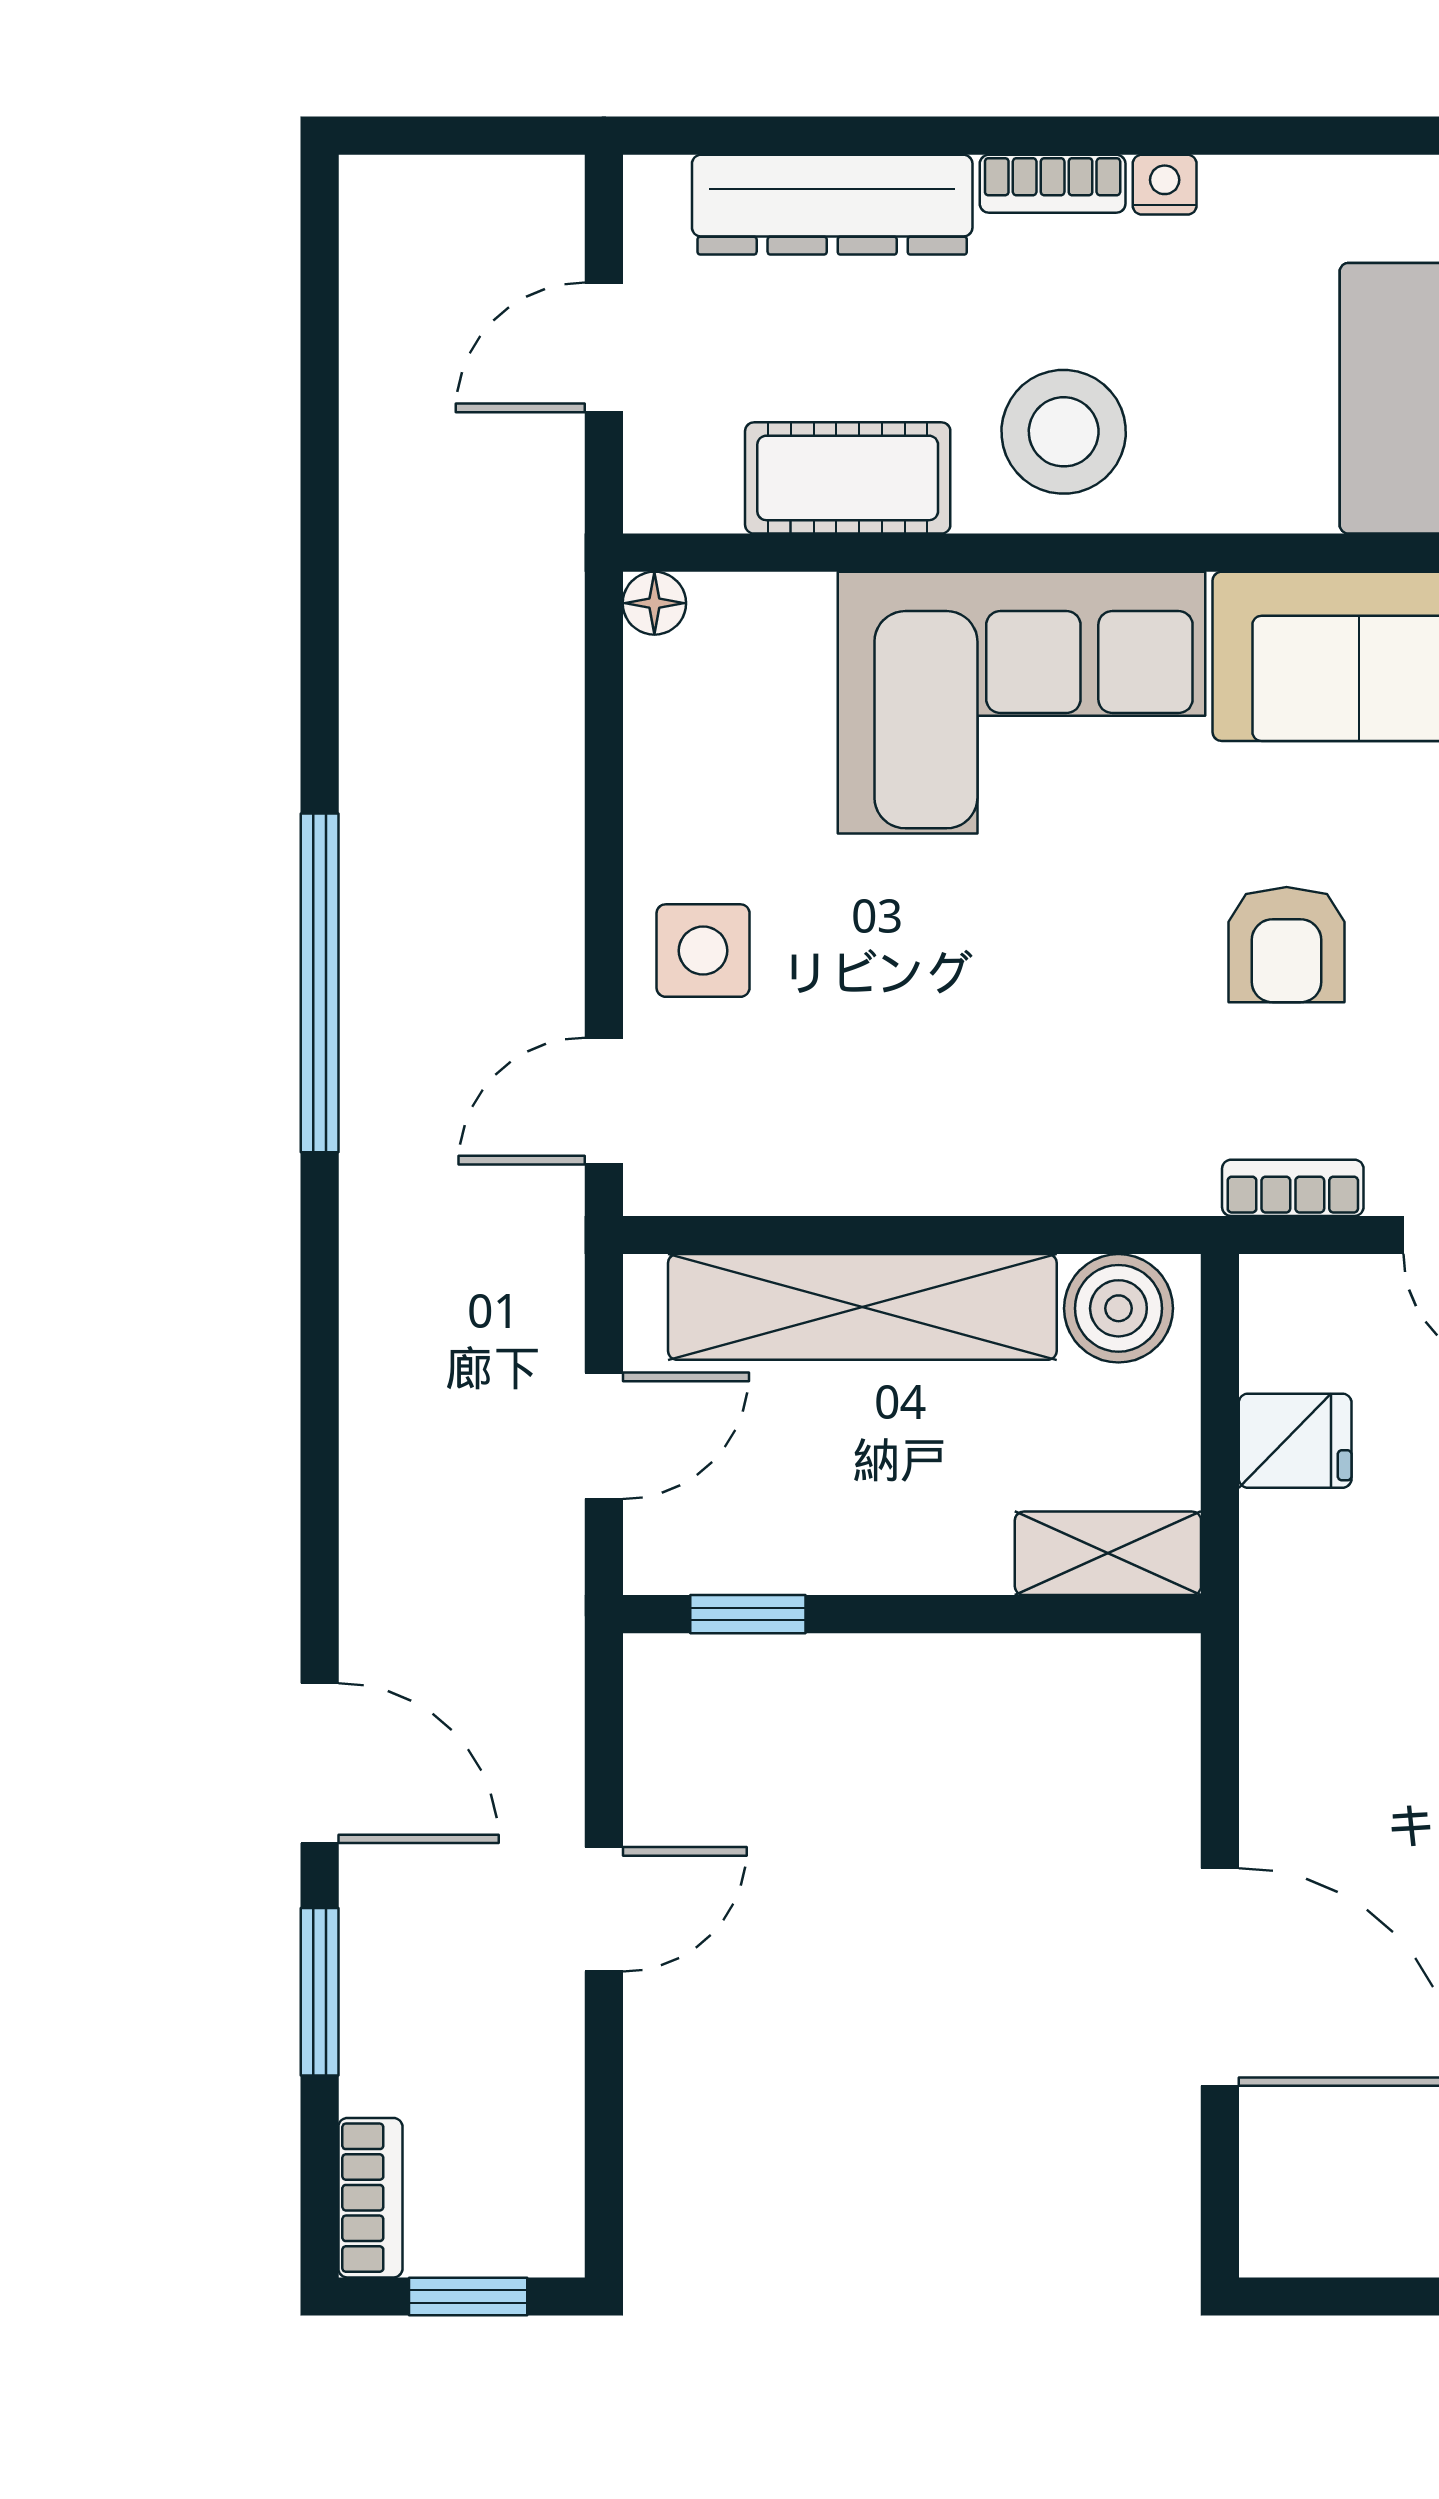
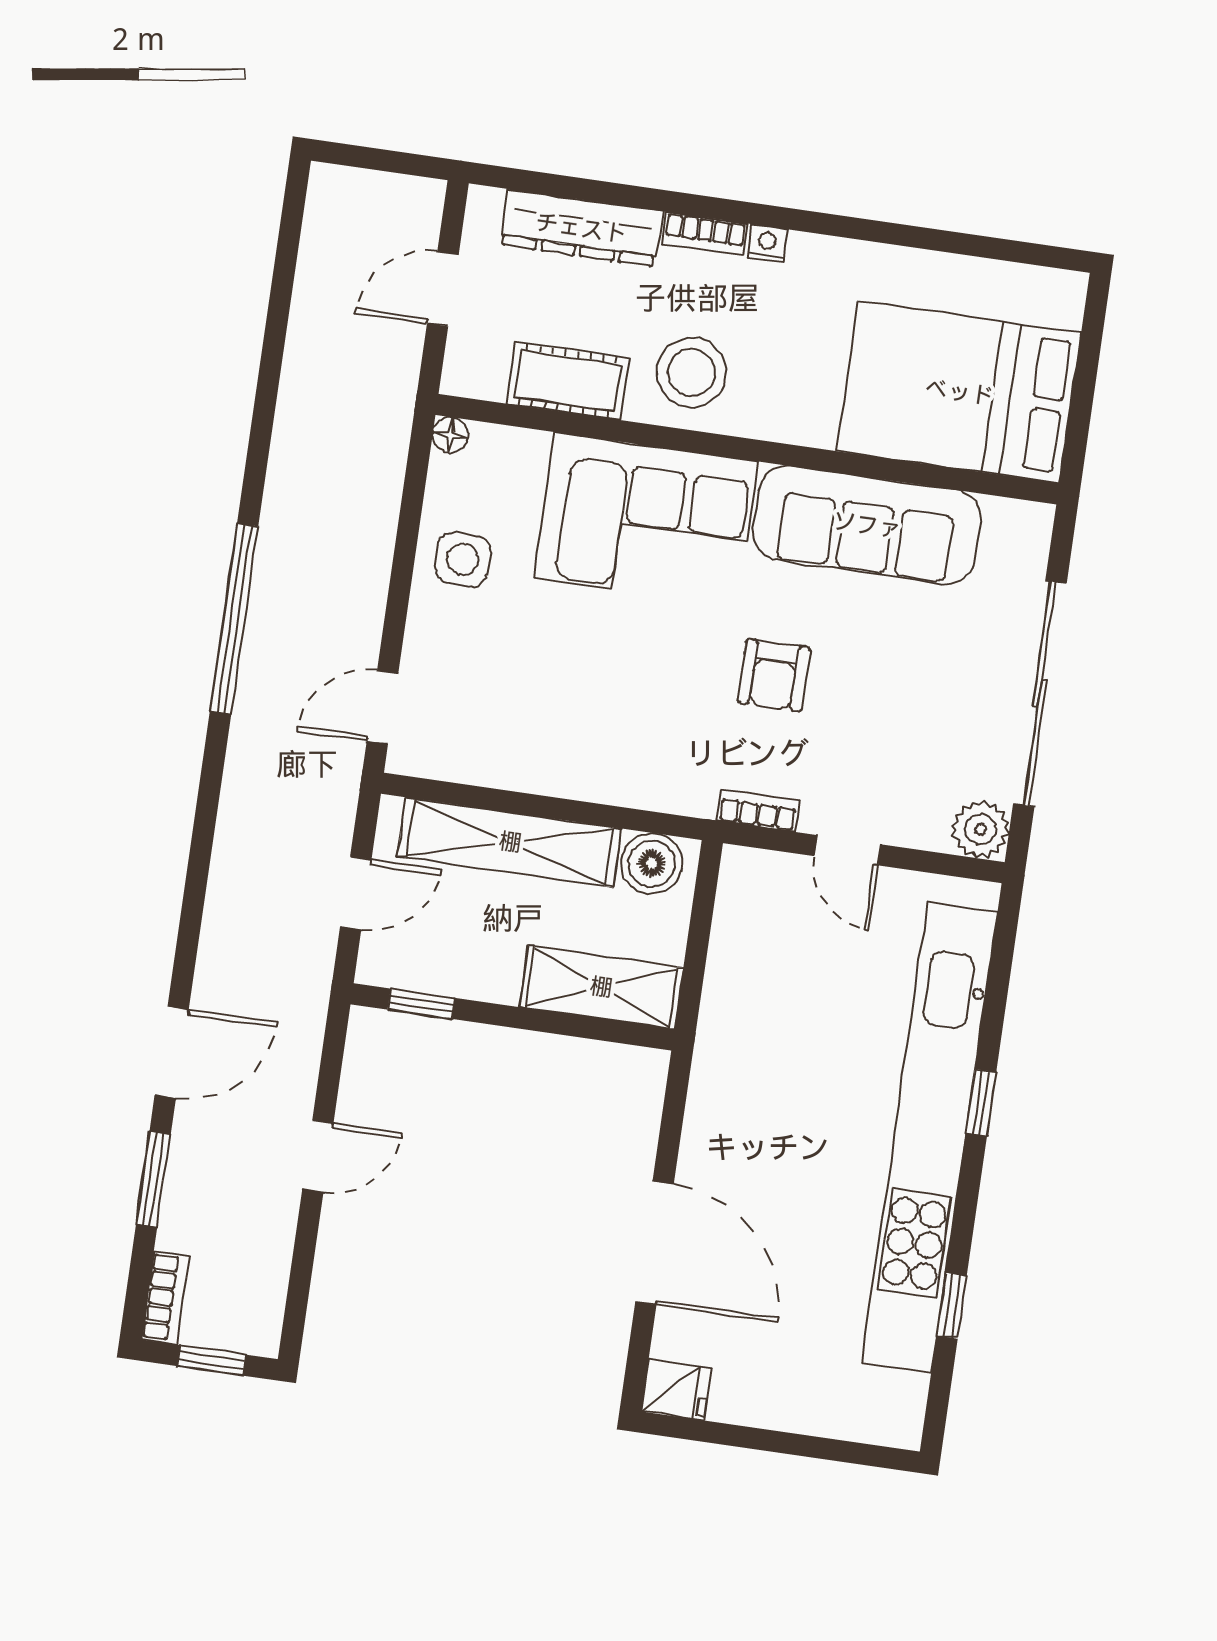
side table: (703, 951) -> (463, 559), moved
fridge: (1295, 1441) -> (676, 1390), moved
shelving: (1108, 1553) -> (601, 987), width x1.50, depth x1.33
door: (320, 1763) -> (172, 1052), hinge flipped

